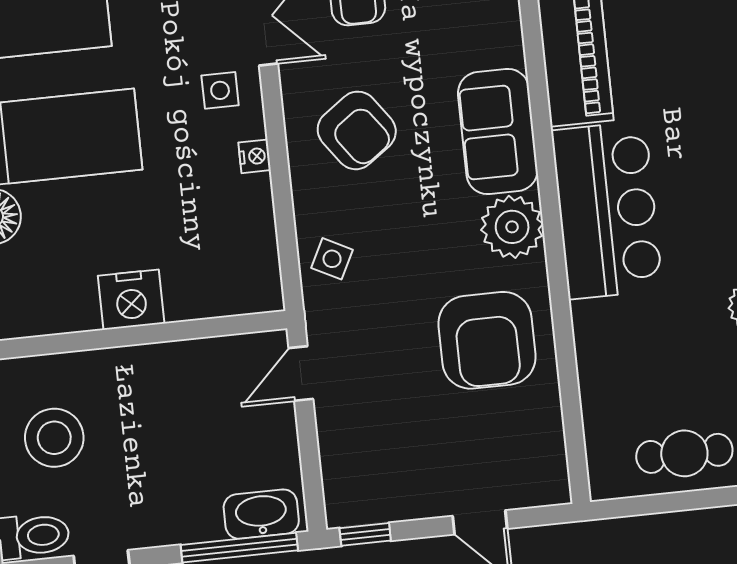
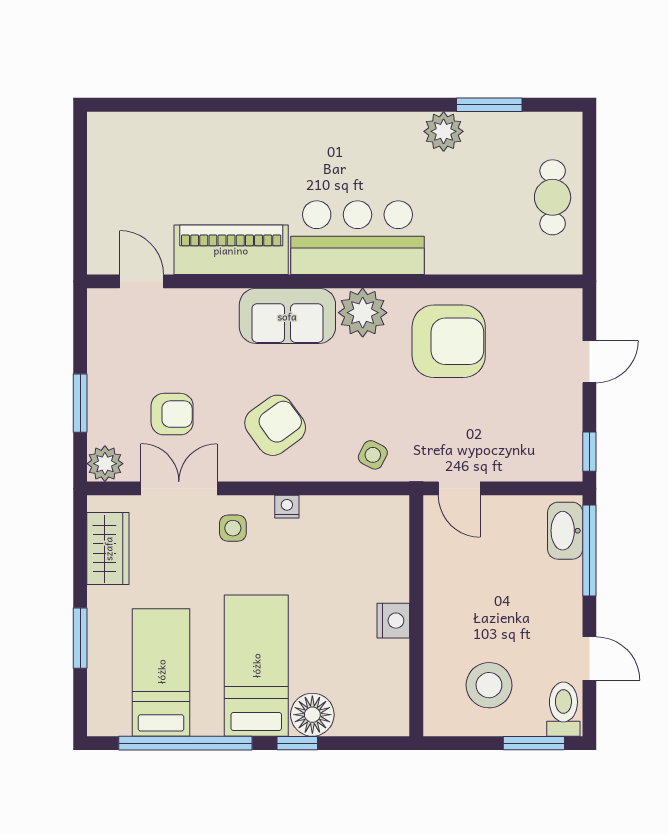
nightstand: (131, 300) -> (393, 621), width x0.74, depth x0.75

